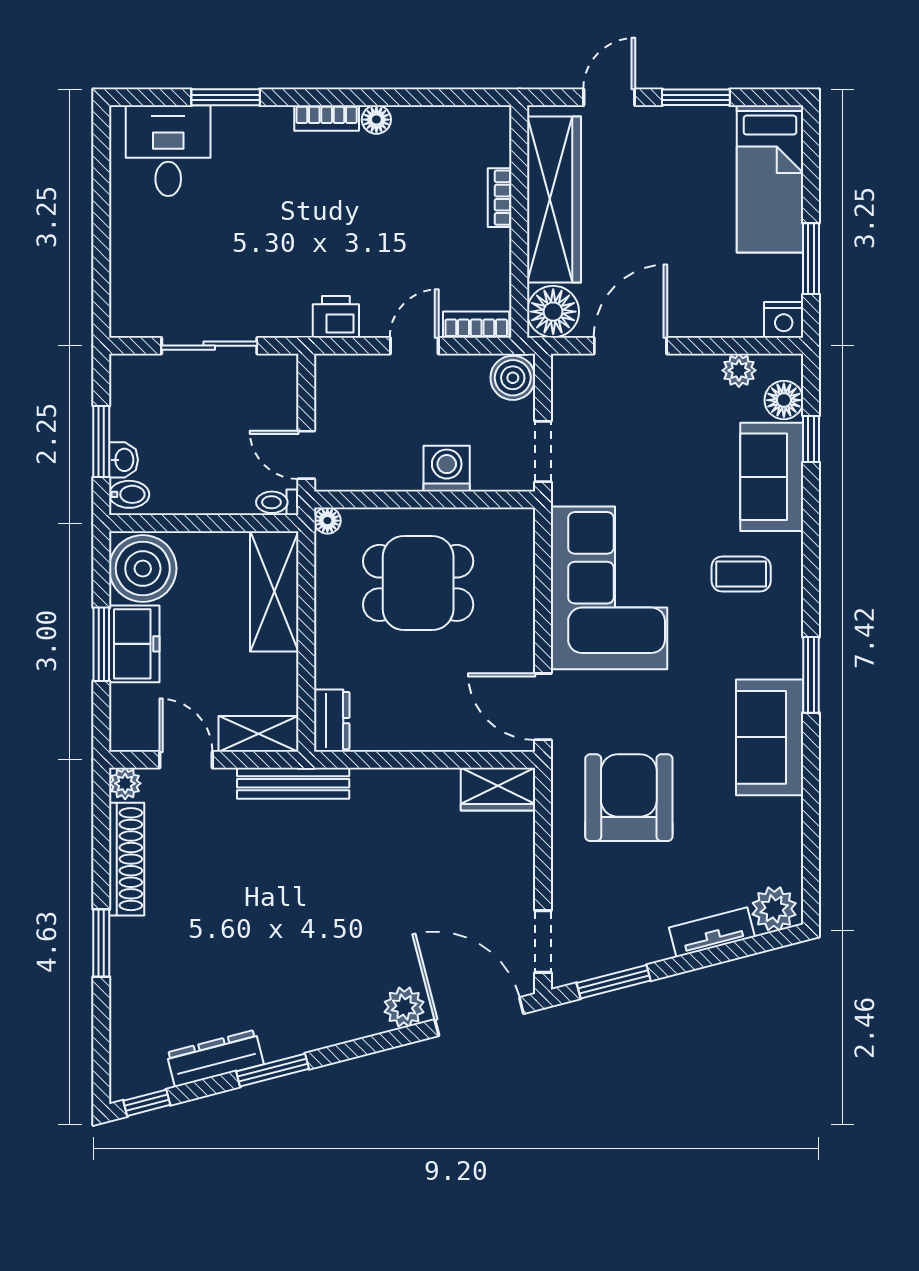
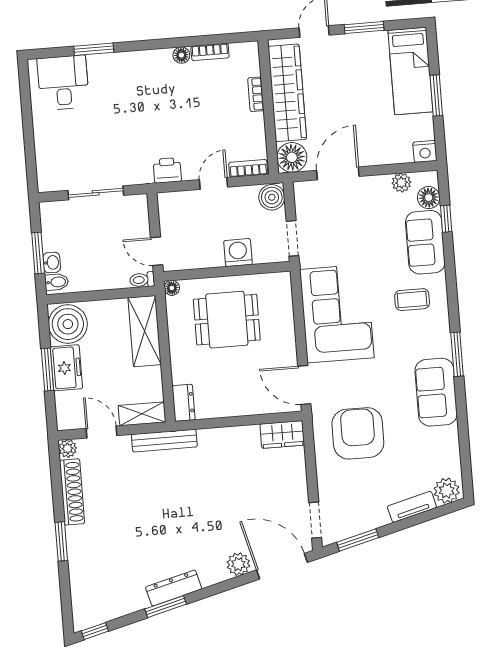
bookcase: (327, 118) -> (210, 52), moved
window: (811, 259) -> (436, 95), moved
dresser: (215, 1058) -> (174, 588), moved

